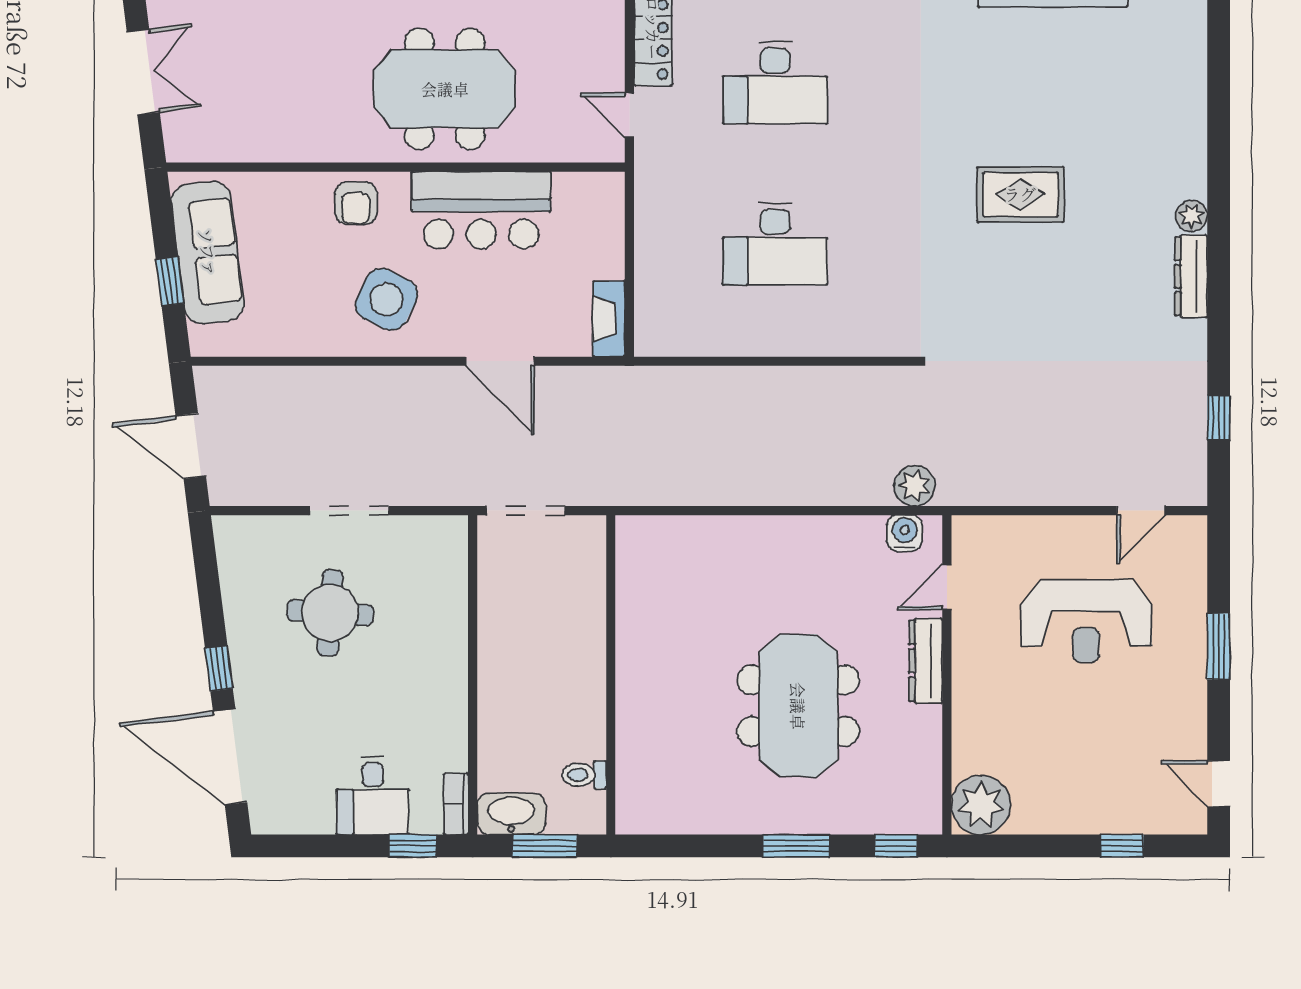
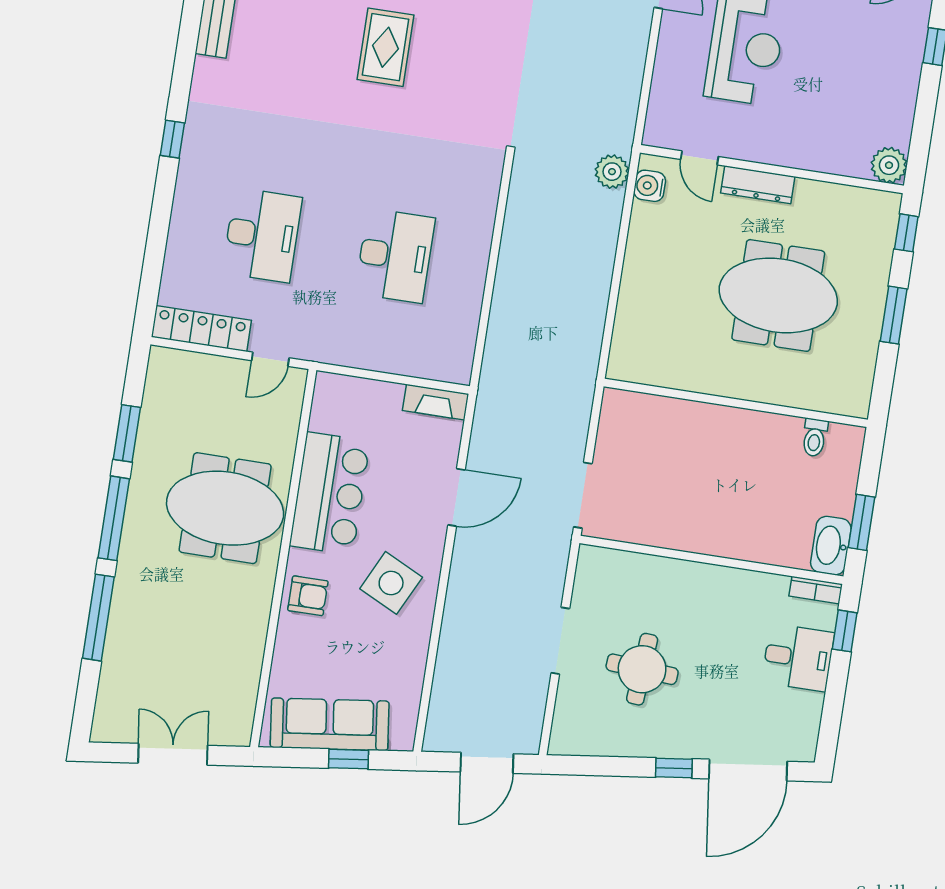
meeting table: (445, 89) -> (225, 508), turned 90
wall: (611, 675) -> (736, 403), moved
toilet: (584, 775) -> (815, 438), moved
plant: (981, 805) -> (889, 165), width x0.73, depth x0.73

